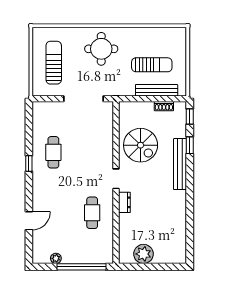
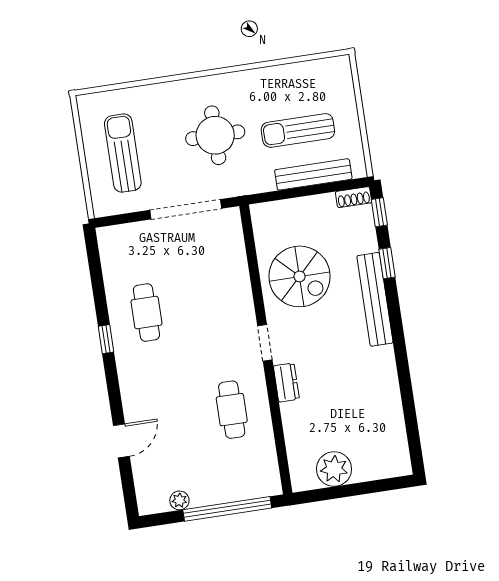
round table: (101, 49) -> (215, 135), moved
sun lounger: (152, 65) -> (298, 130), turned 180
shoe rack: (164, 106) -> (354, 197), moved

